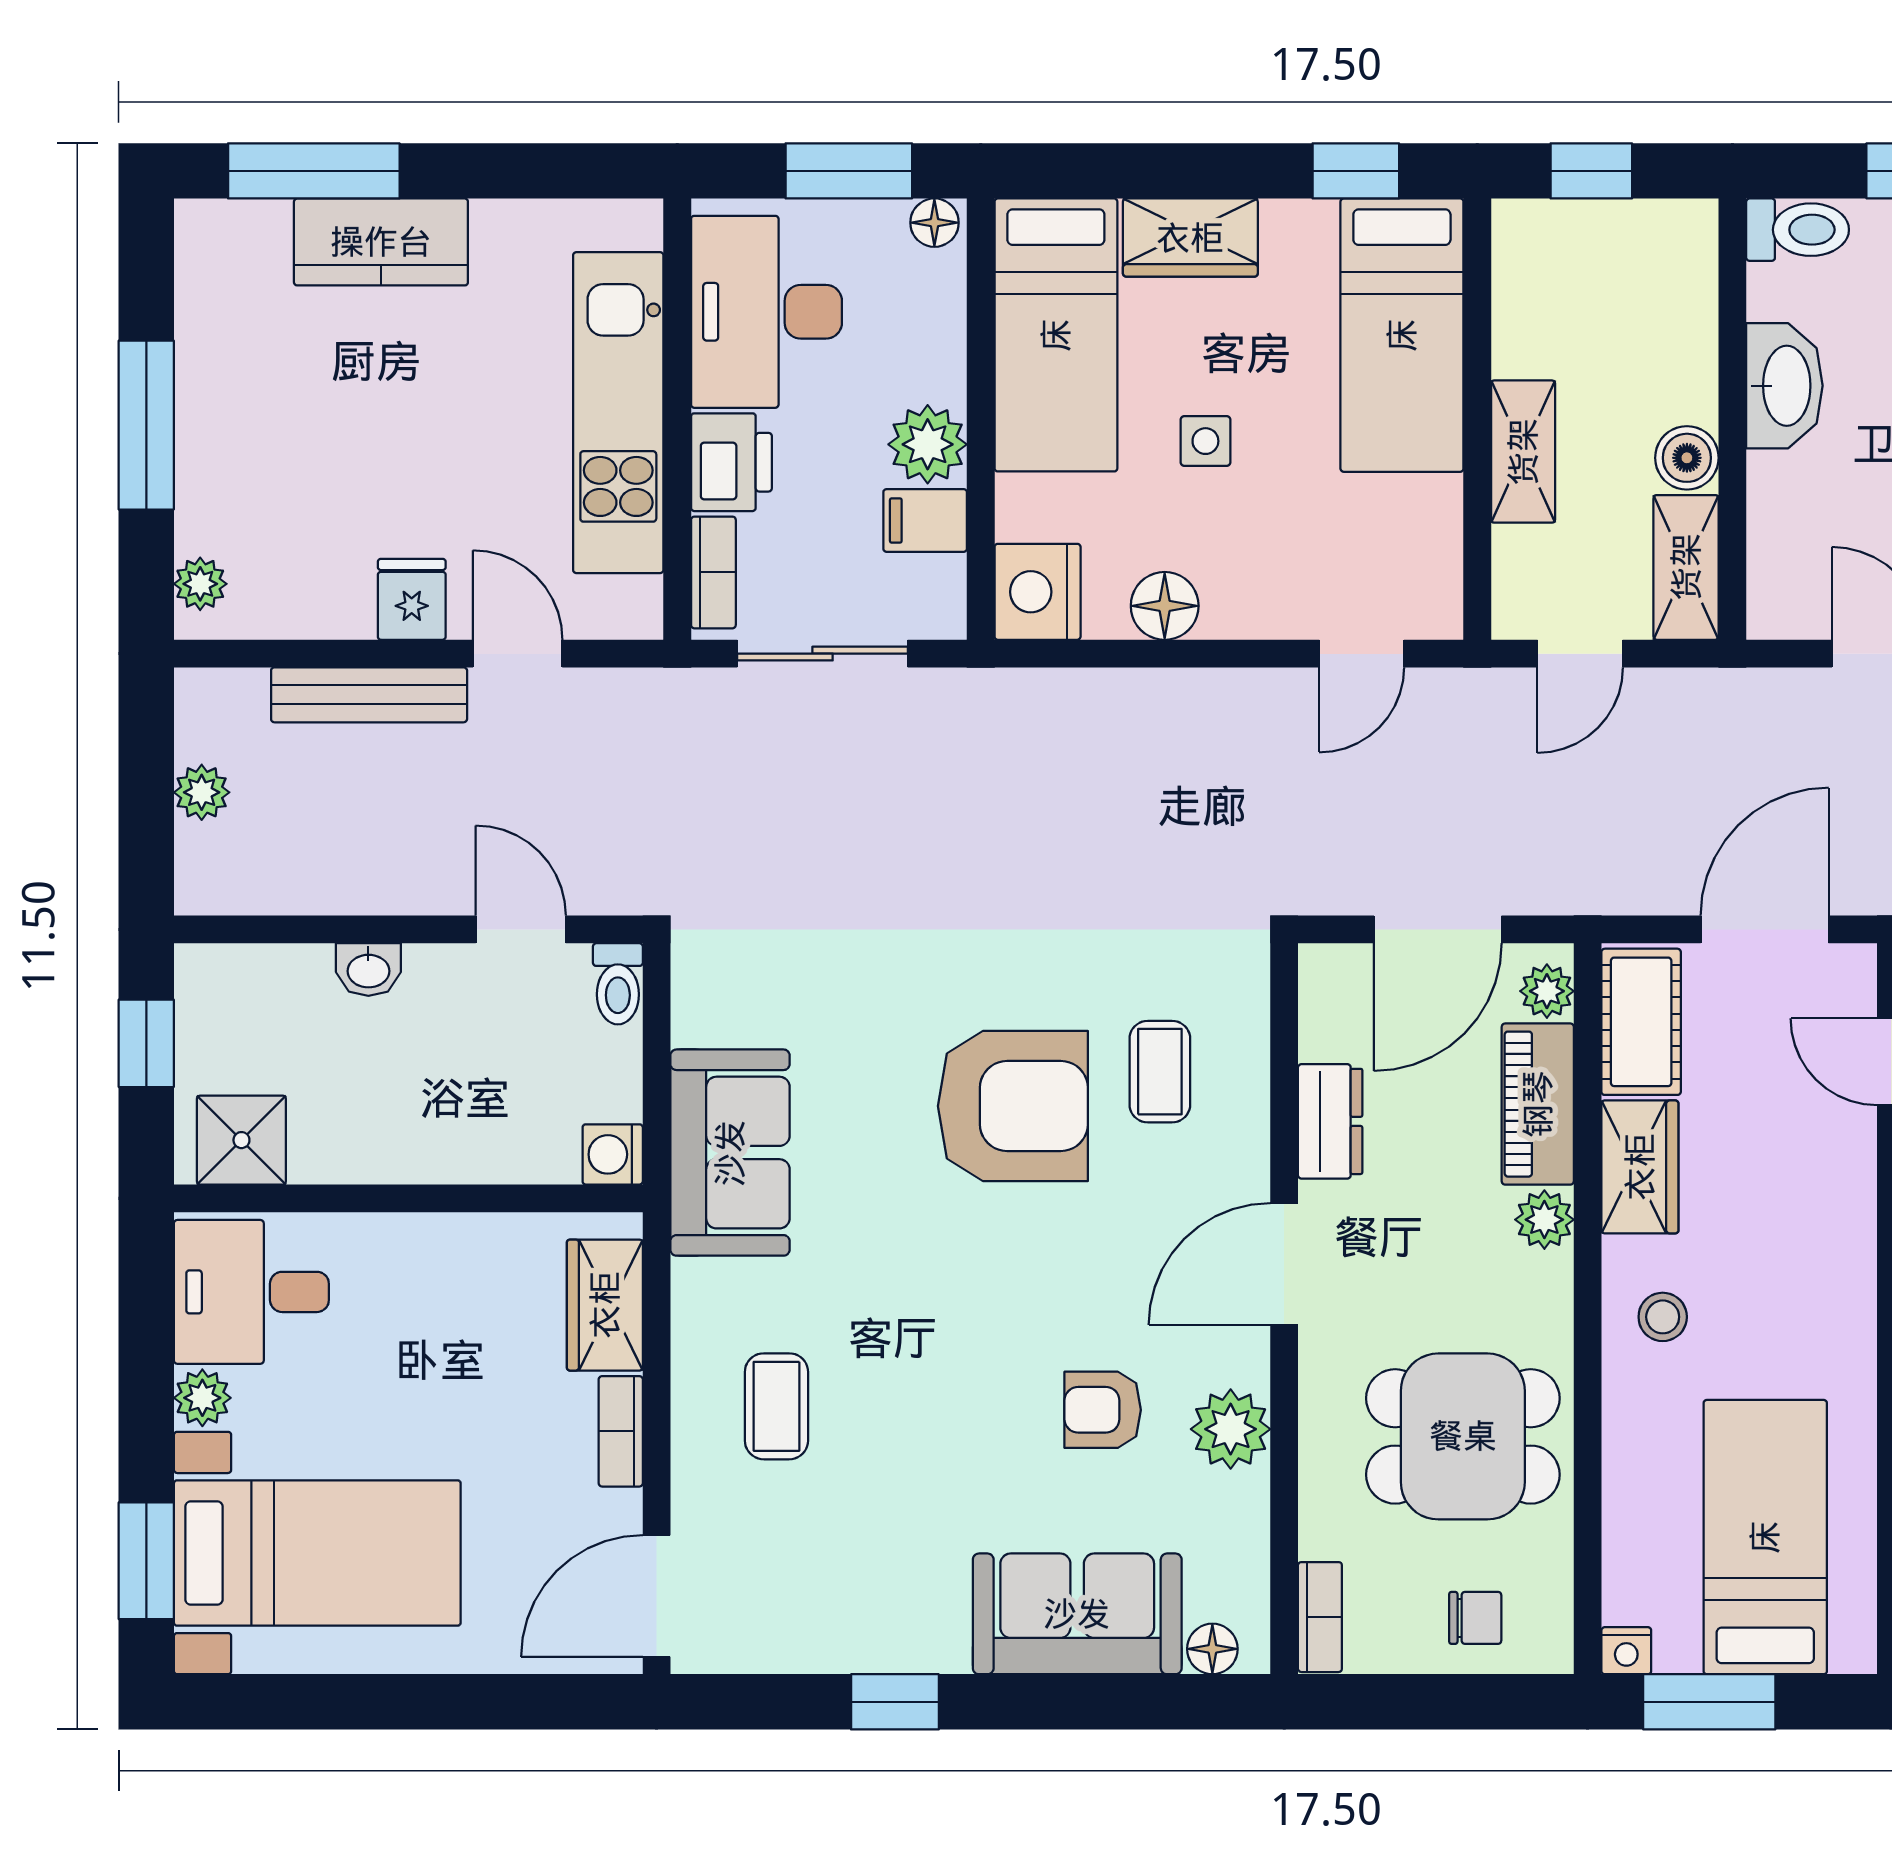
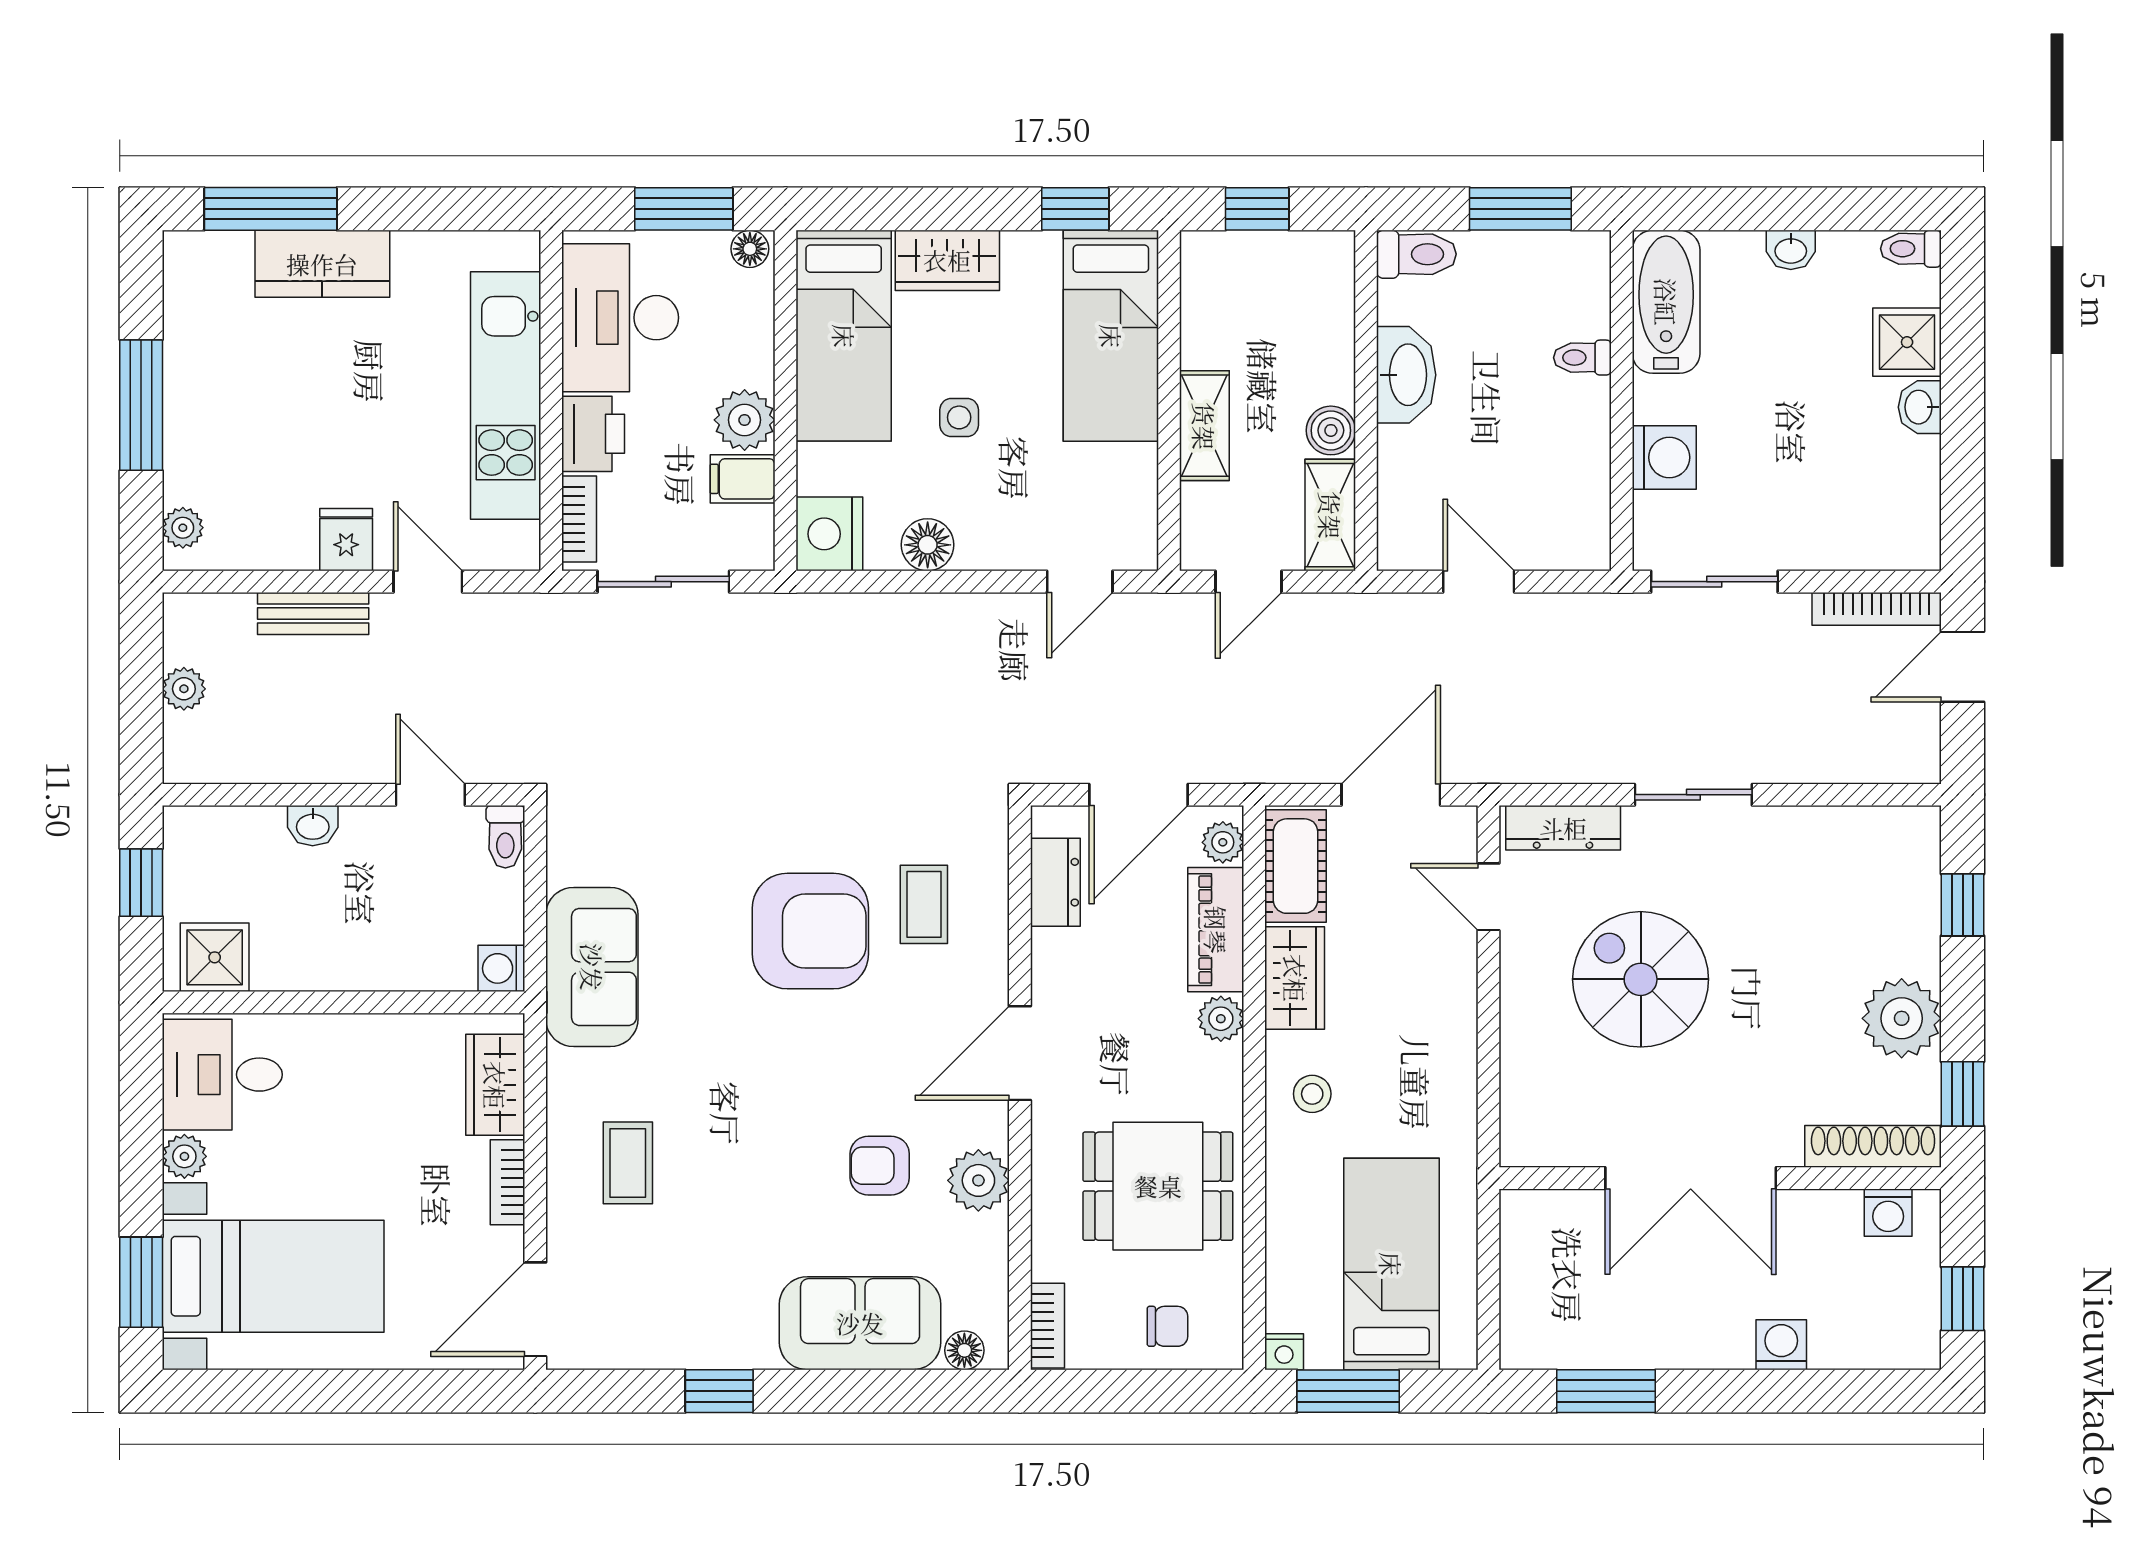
bench: (369, 695) -> (313, 613), width x0.73
dresser: (1330, 1121) -> (1055, 882), moved

